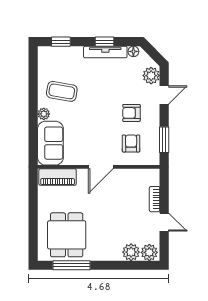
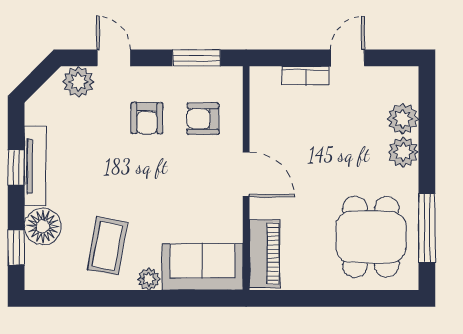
floor lamp: (133, 51) -> (43, 226), moved, width x1.89, depth x1.89
dining table: (67, 235) -> (371, 237), turned 90
plant: (149, 252) -> (403, 152), moved

